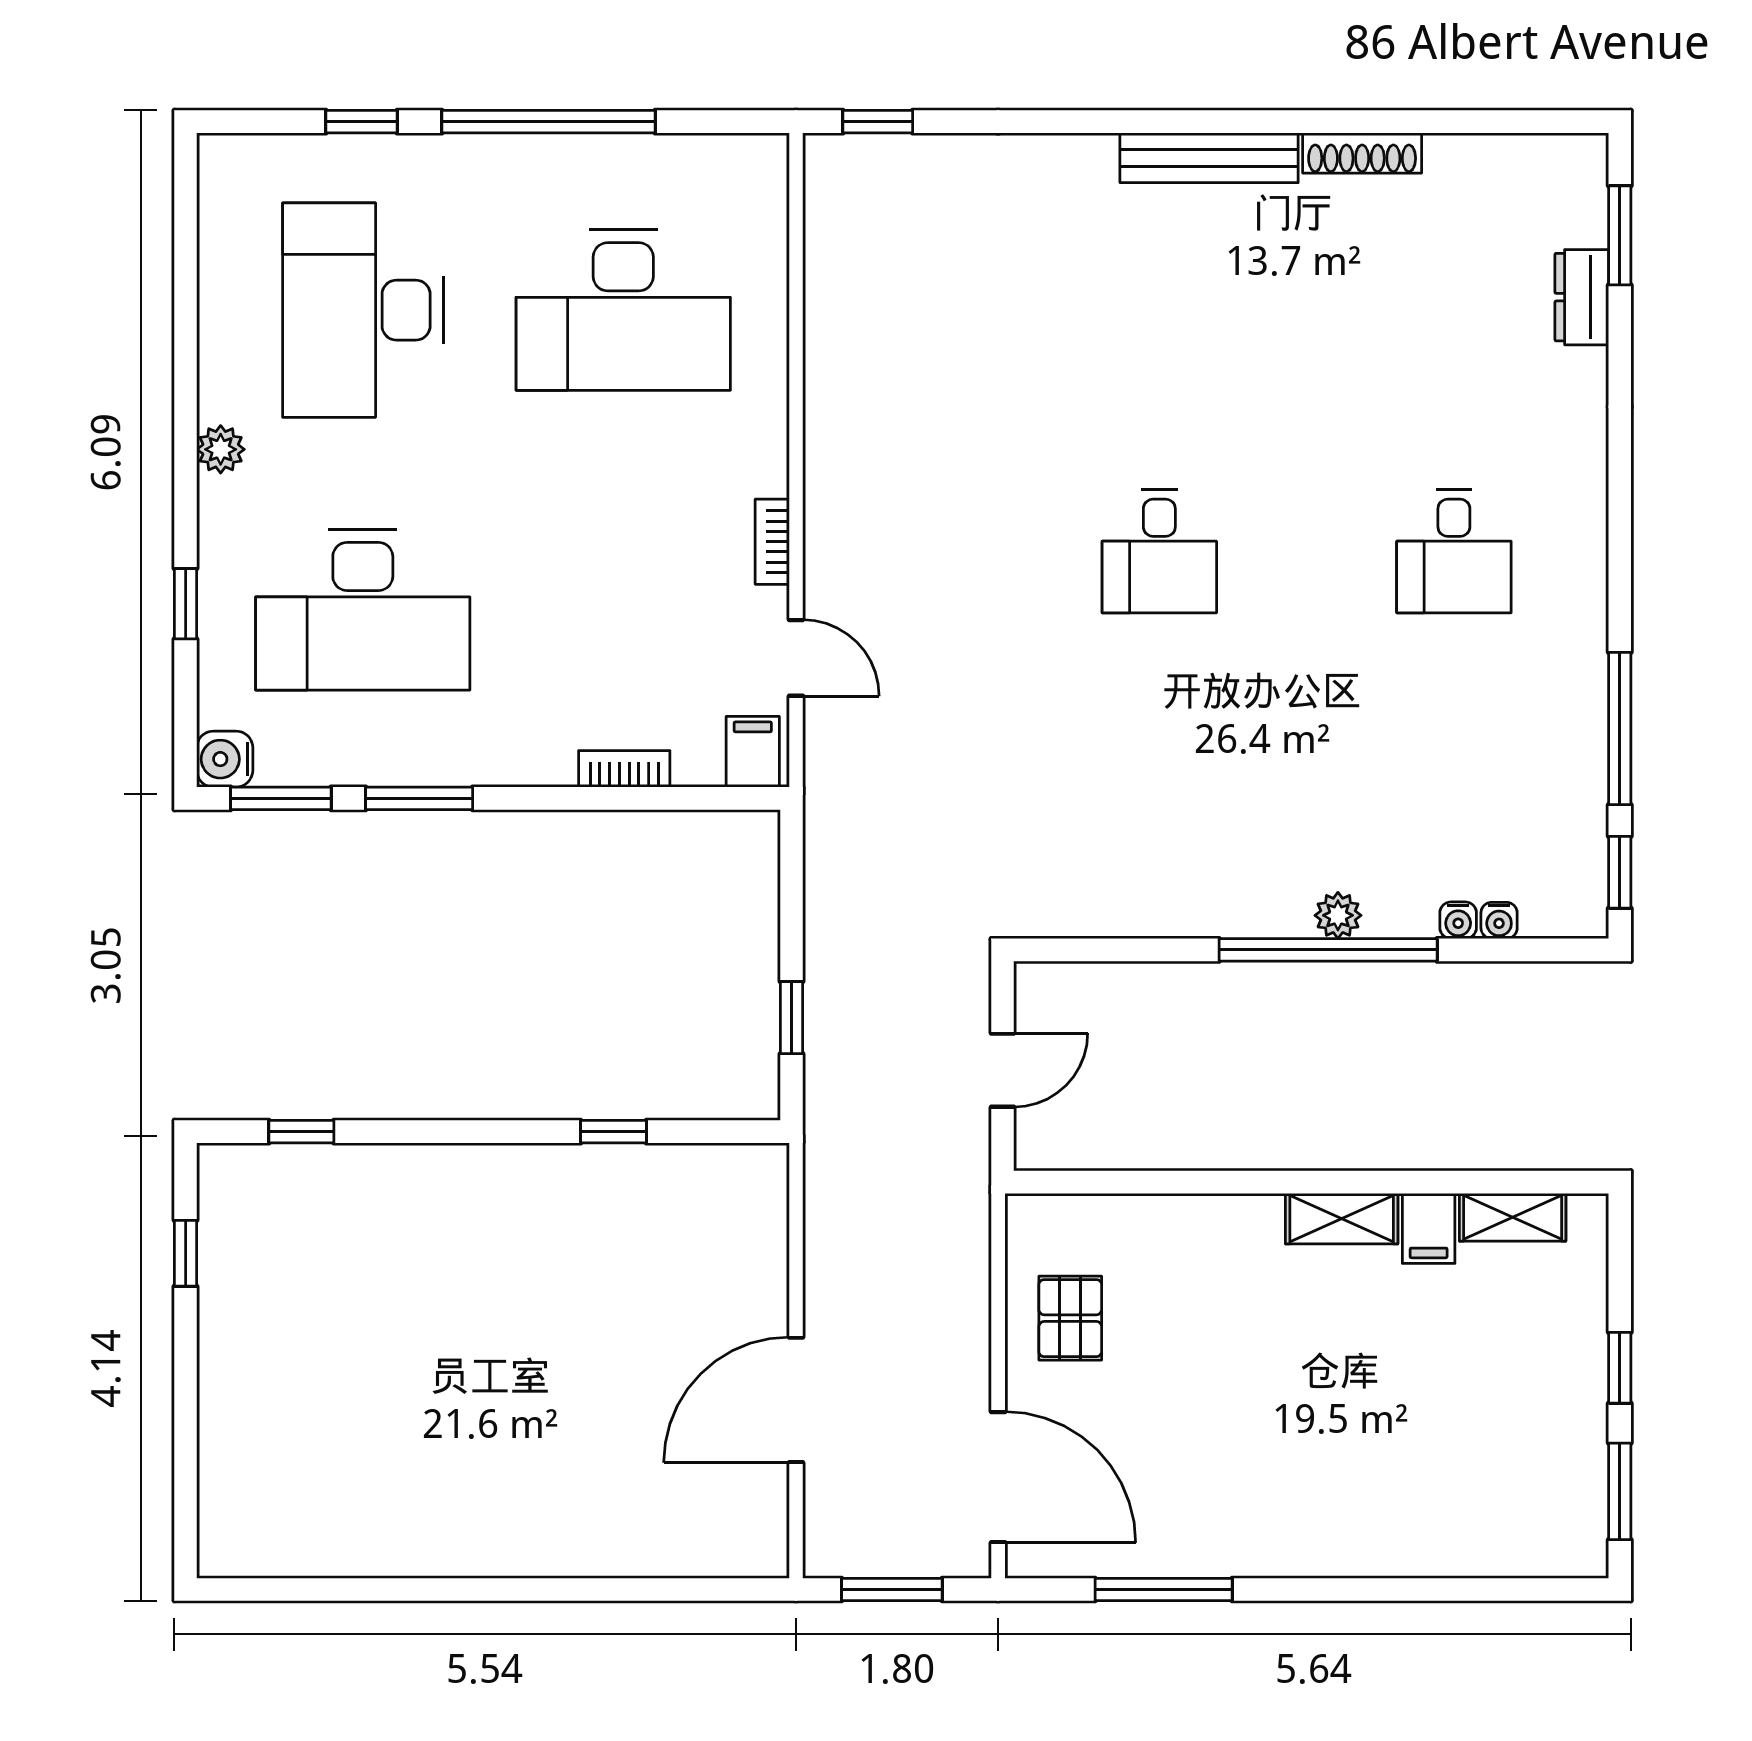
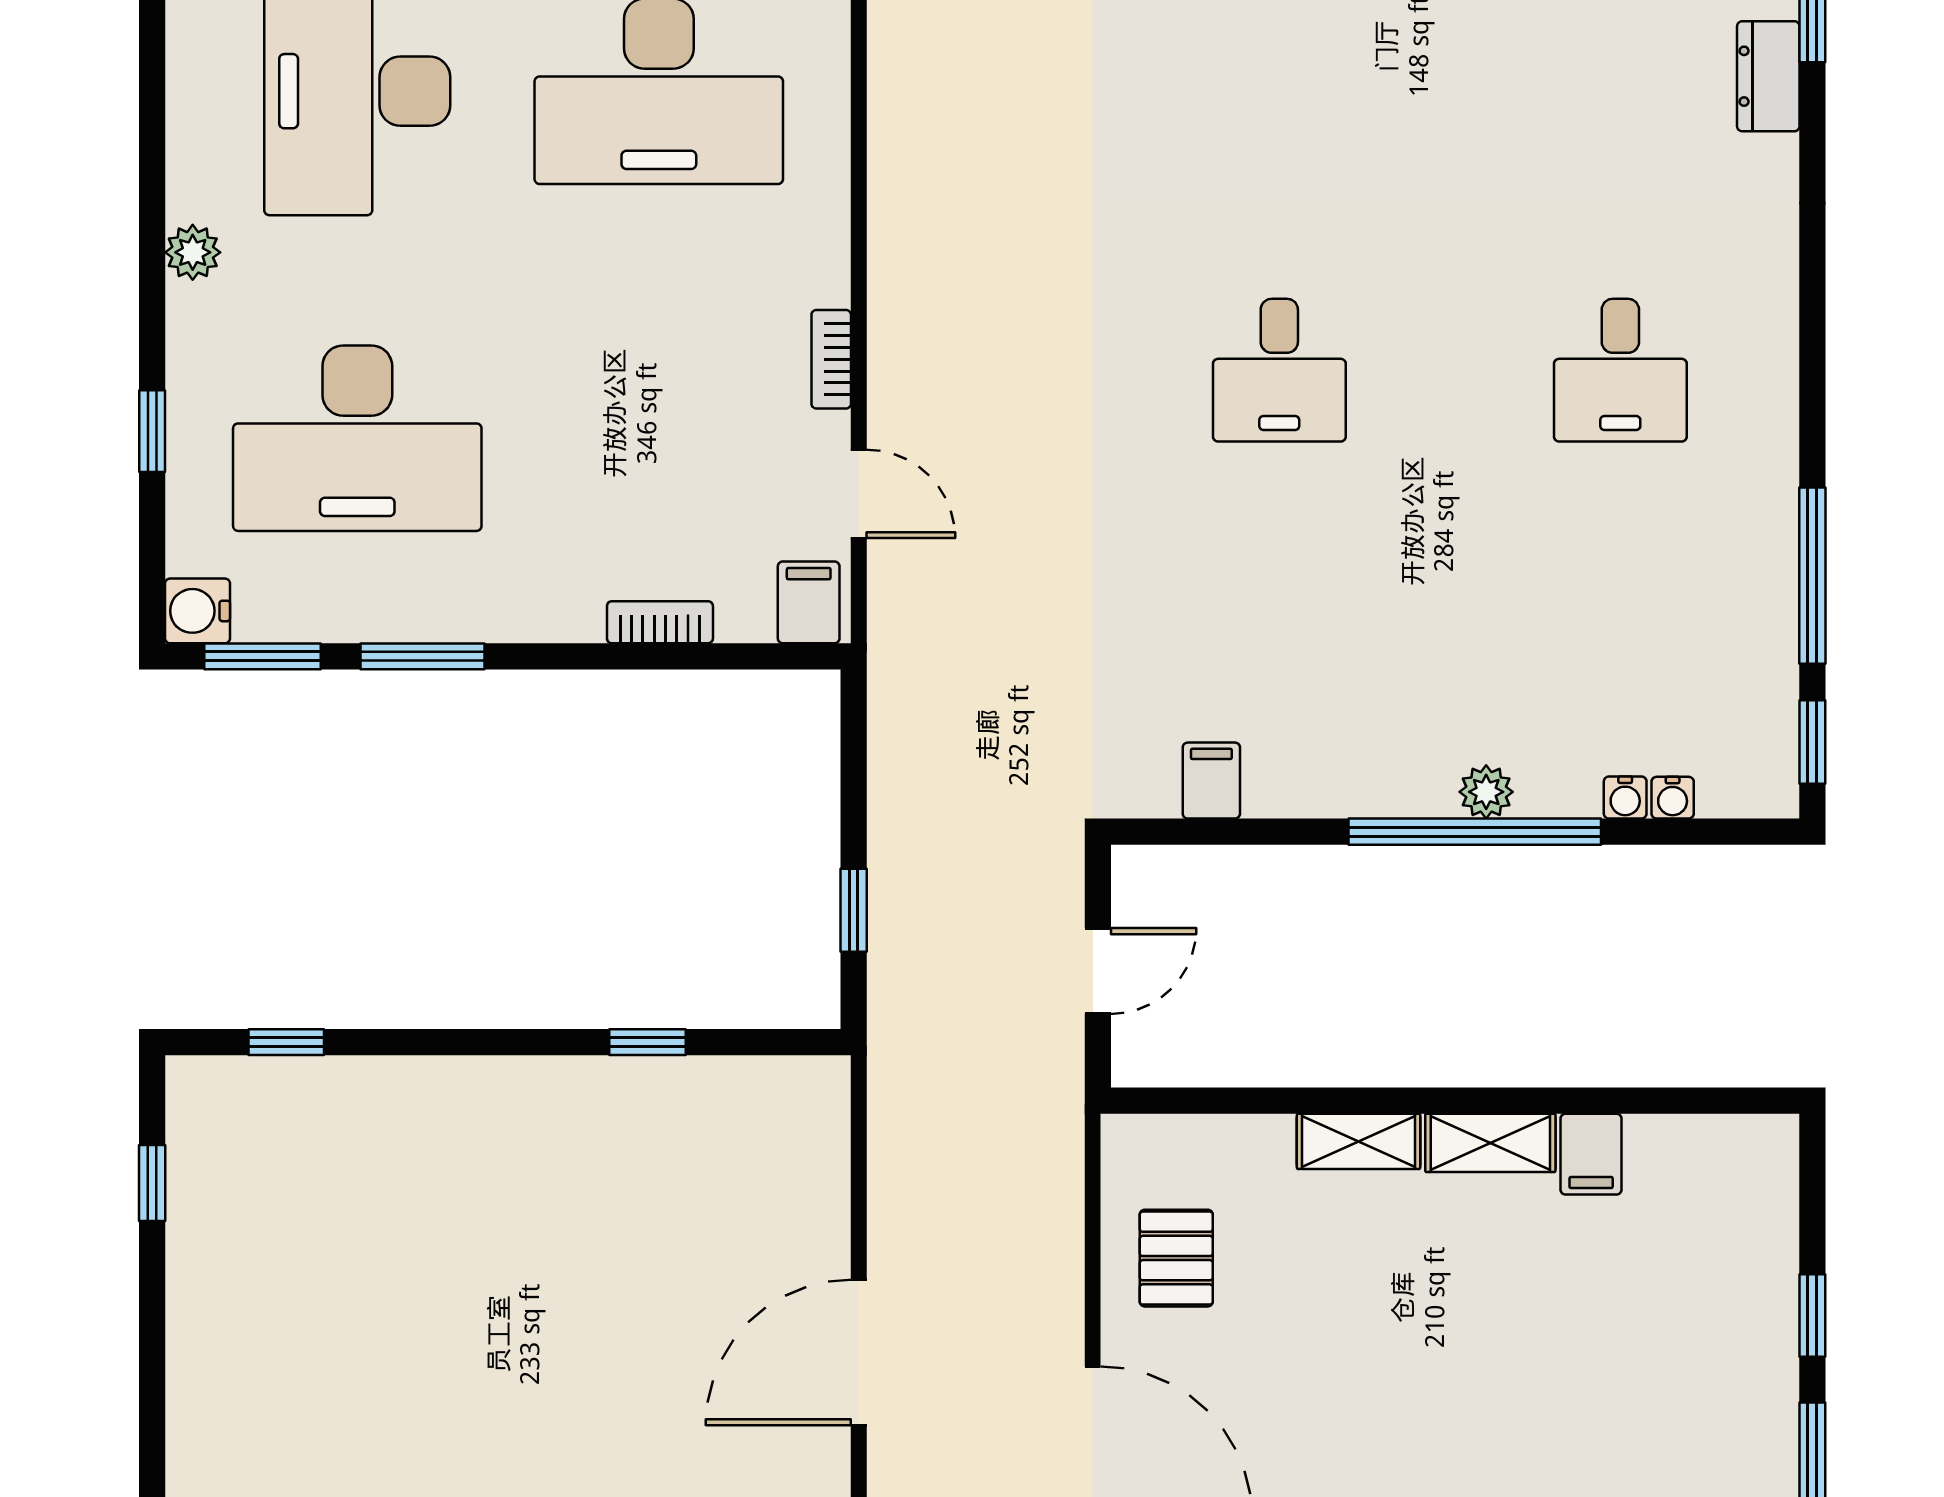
filing cabinet: (1101, 906) -> (1211, 781), added
shelving: (1513, 1217) -> (1359, 1141), moved

